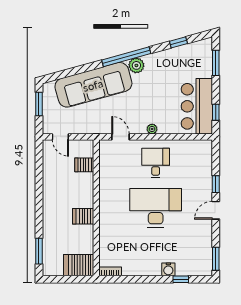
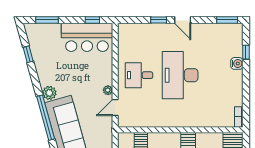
window: (126, 57) -> (46, 118), moved
plant: (152, 129) -> (108, 90), moved

